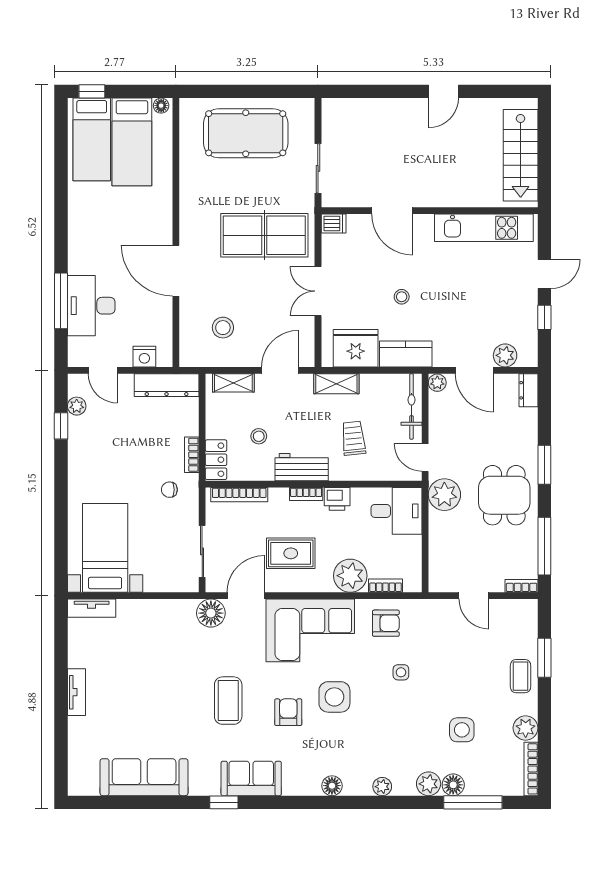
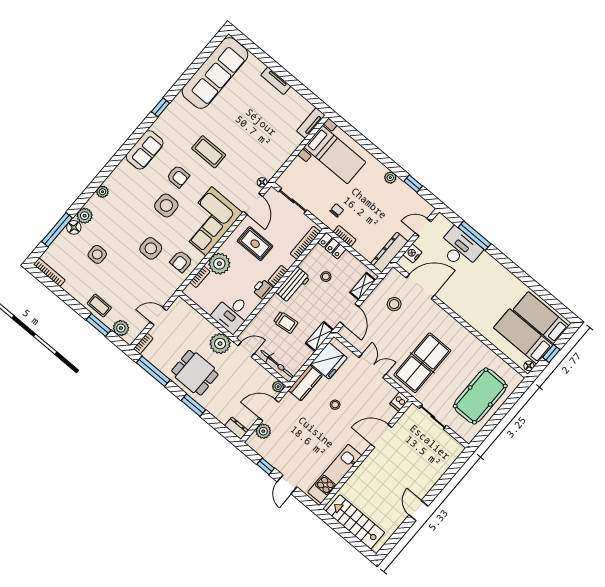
window: (92, 91) -> (551, 354), moved
door: (176, 271) -> (420, 287), moved
plant: (77, 406) -> (390, 178), moved
rug: (291, 553) -> (255, 244), turned 90
floor lamp: (211, 613) -> (262, 182), width x0.53, depth x0.53
side table: (401, 672) -> (151, 248), width x1.87, depth x1.87
plant: (526, 728) -> (121, 328), moved
sofa: (144, 777) -> (215, 73), width x1.36, depth x1.27
sofa: (251, 778) -> (145, 150), moved
floor lamp: (332, 786) -> (124, 167), removed

